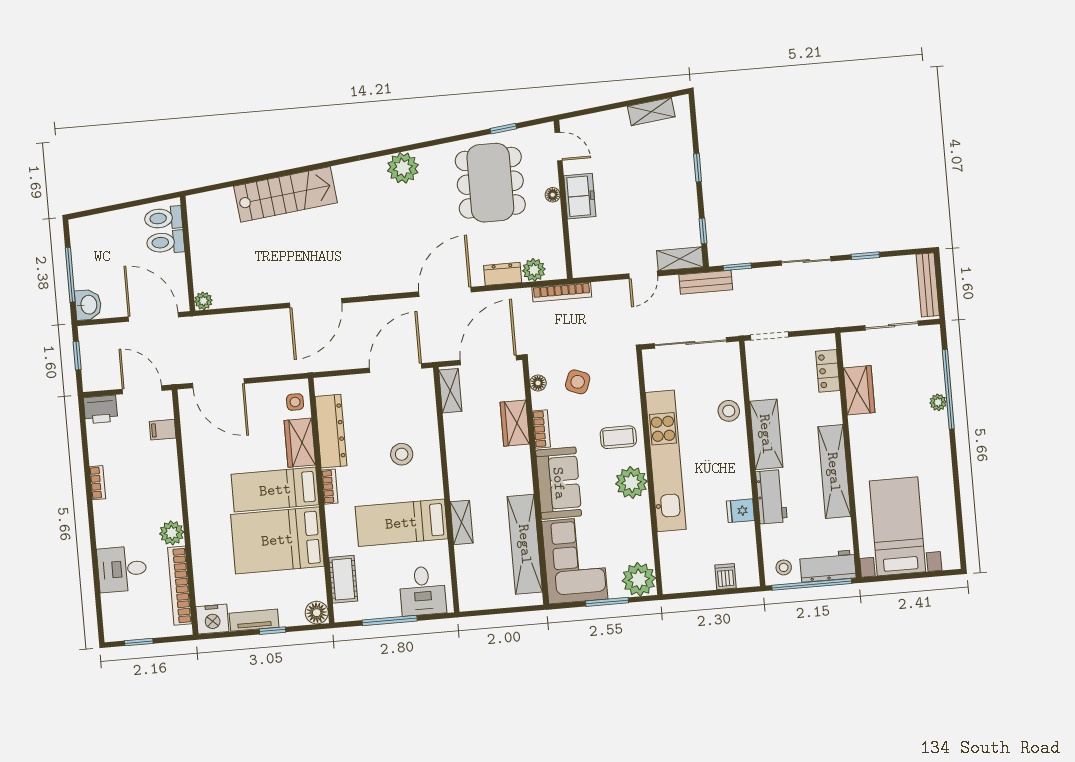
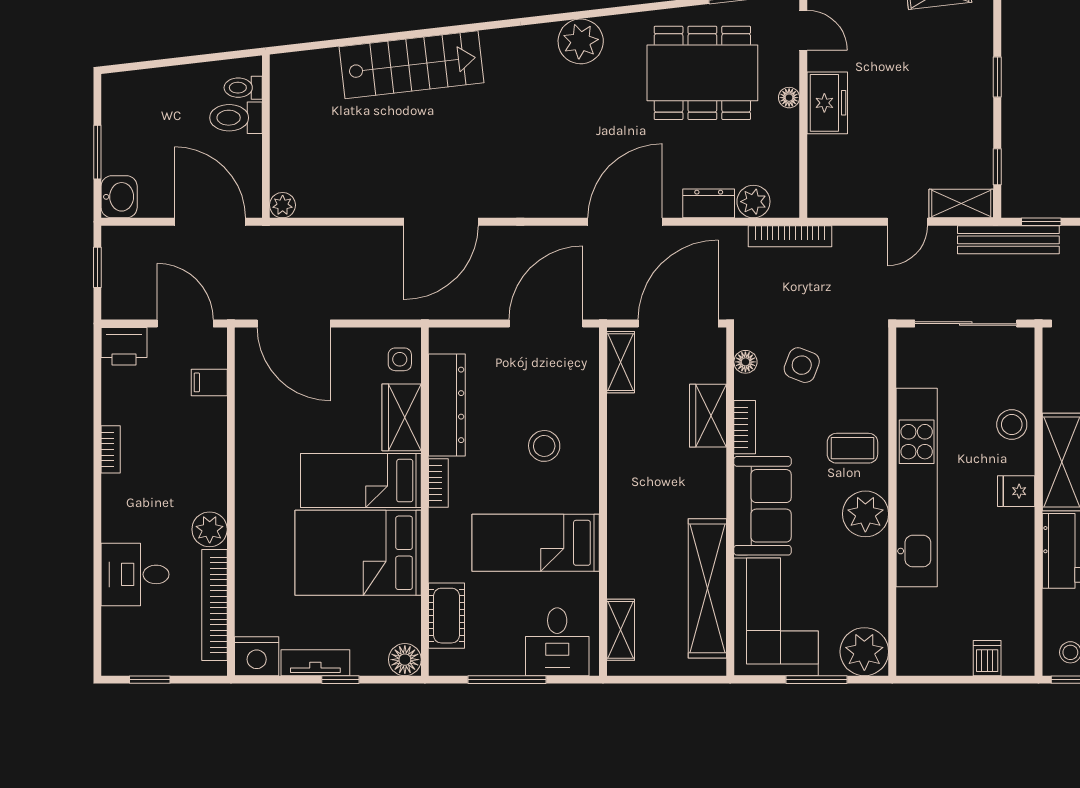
dining table: (490, 183) -> (702, 73), turned 90
toilet: (163, 218) -> (243, 88), width x0.73, depth x0.72
window: (70, 275) -> (97, 152), width x0.69
bench: (706, 282) -> (1008, 240), width x1.36
fridge: (740, 511) -> (1016, 491), moved
shelving: (462, 522) -> (621, 630), moved

